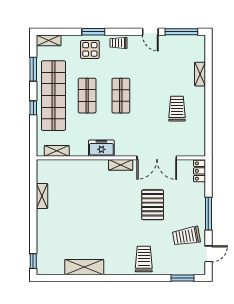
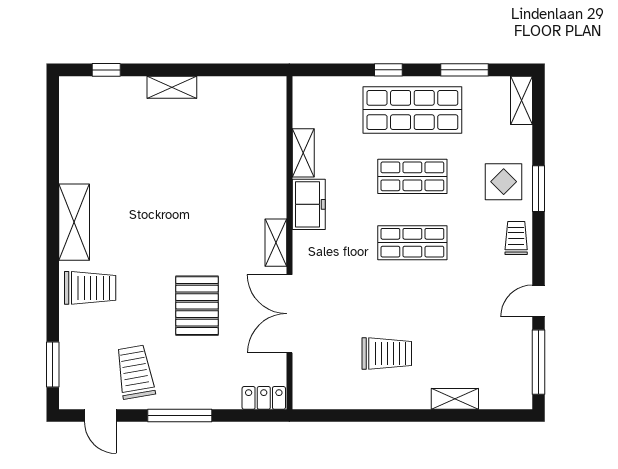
shop shelf: (53, 96) -> (412, 110), width x0.71
shelving: (57, 151) -> (303, 153), moved
shelving: (42, 196) -> (172, 87), moved
pallet: (153, 205) -> (197, 306), turned 90
window: (33, 261) -> (106, 70), moved
shelving: (84, 267) -> (74, 222), moved

